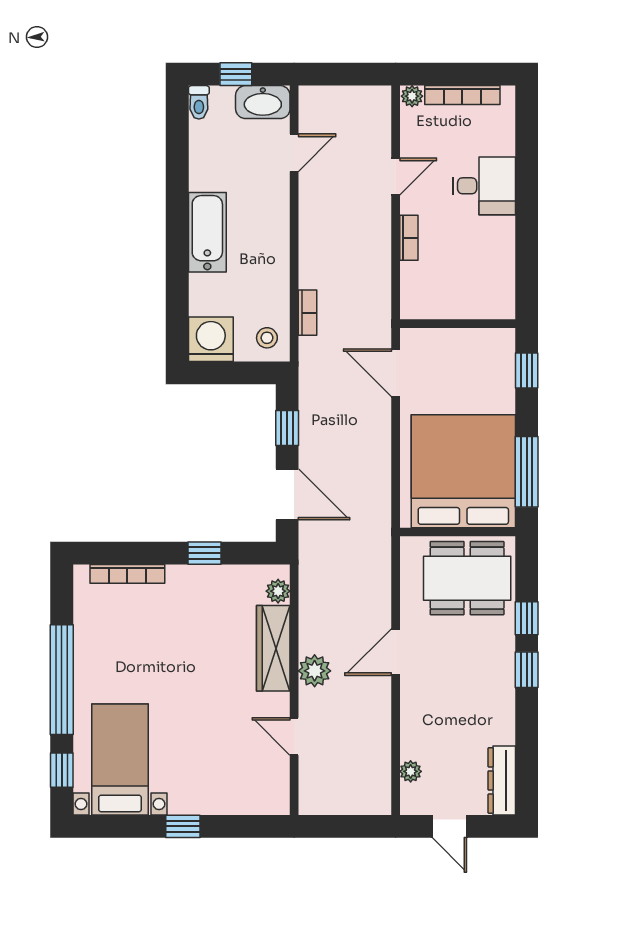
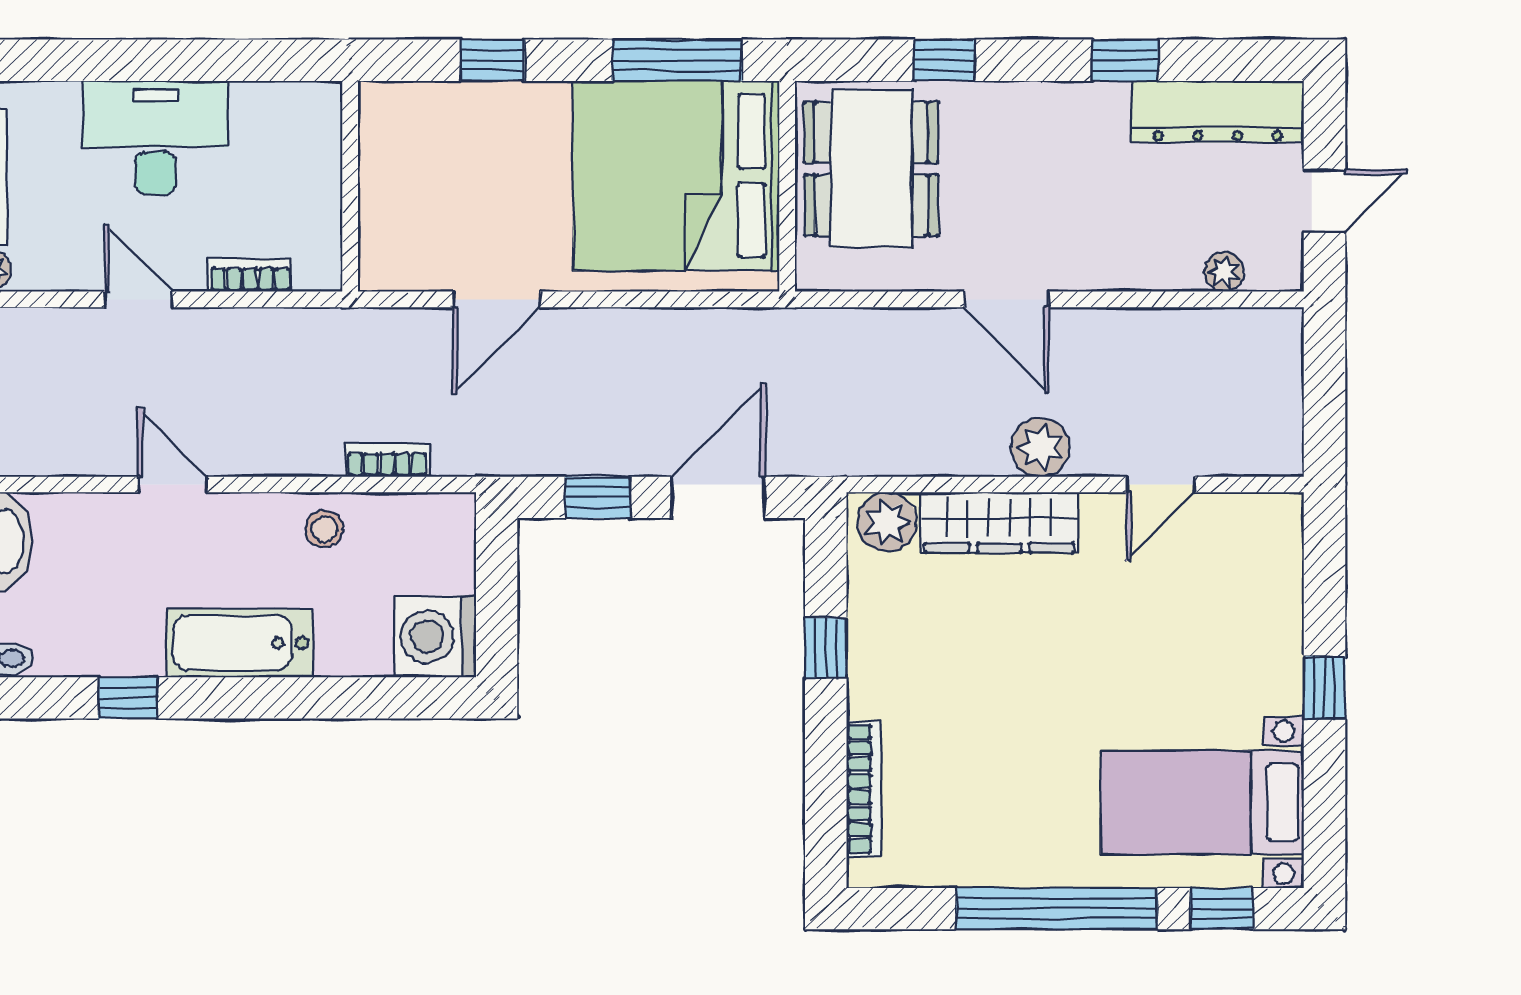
door: (294, 153) -> (172, 484), moved
window: (177, 171) -> (128, 698), added
desk: (484, 186) -> (155, 138), width x1.37
wall: (458, 324) -> (350, 186), moved
stool: (267, 338) -> (324, 529), moved
plant: (278, 591) -> (887, 522), width x1.38, depth x1.38
window: (527, 670) -> (1125, 60), moved
dresser: (502, 780) -> (1218, 112), width x1.37, depth x1.24

